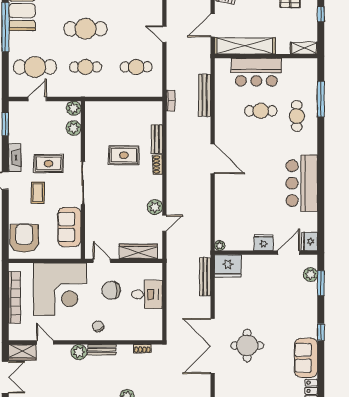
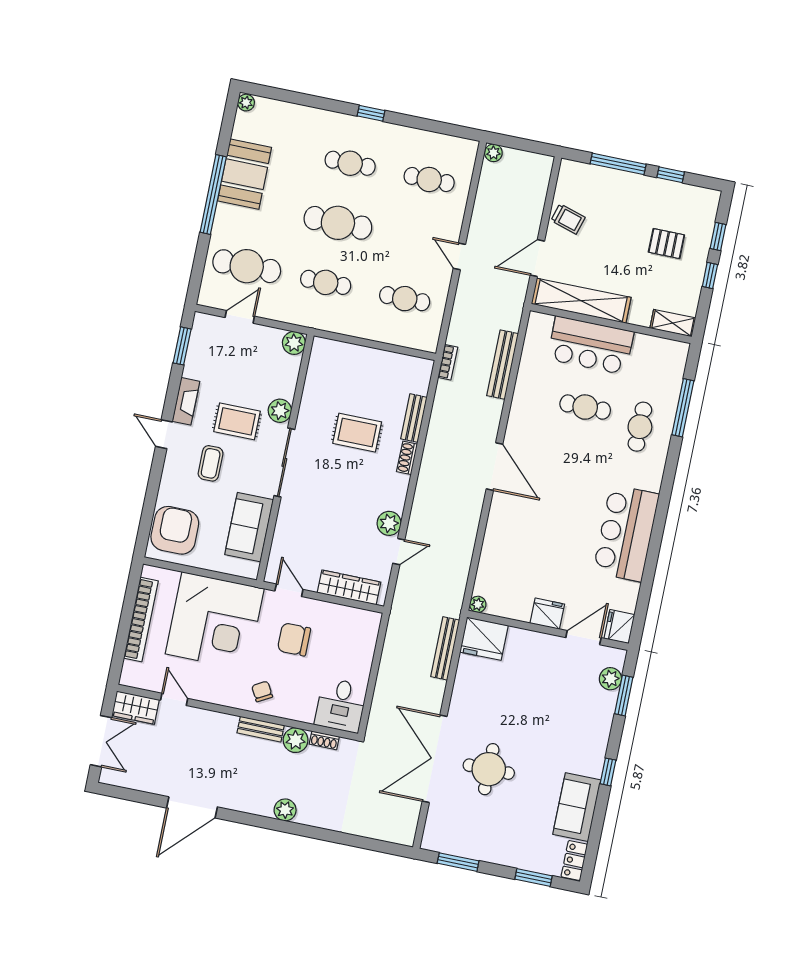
plant: (74, 128) -> (280, 411), moved
desk: (147, 294) -> (341, 705), moved, turned 90
plant: (79, 352) -> (296, 740), moved

